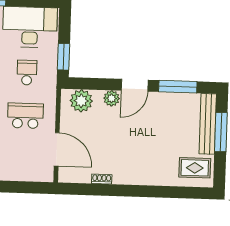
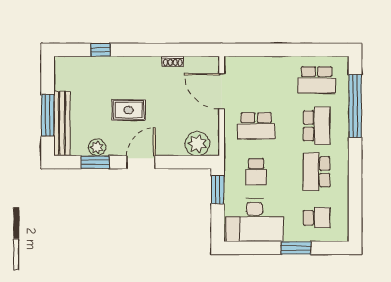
window: (178, 87) -> (95, 162), width x0.69
plant: (112, 98) -> (97, 147), moved
rug: (195, 168) -> (129, 110), moved
window: (169, 192) -> (100, 50), added

